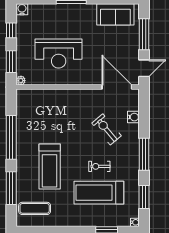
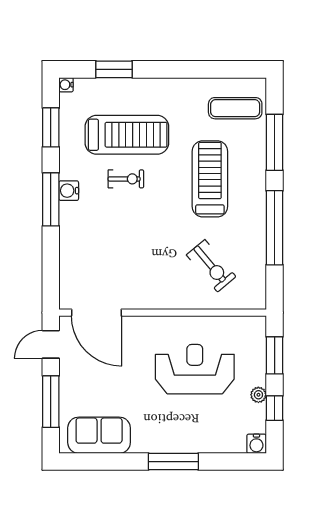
plant: (21, 81) -> (258, 395), moved
water cooler: (133, 117) -> (69, 191), moved
exercise bike: (106, 129) -> (211, 266), moved

